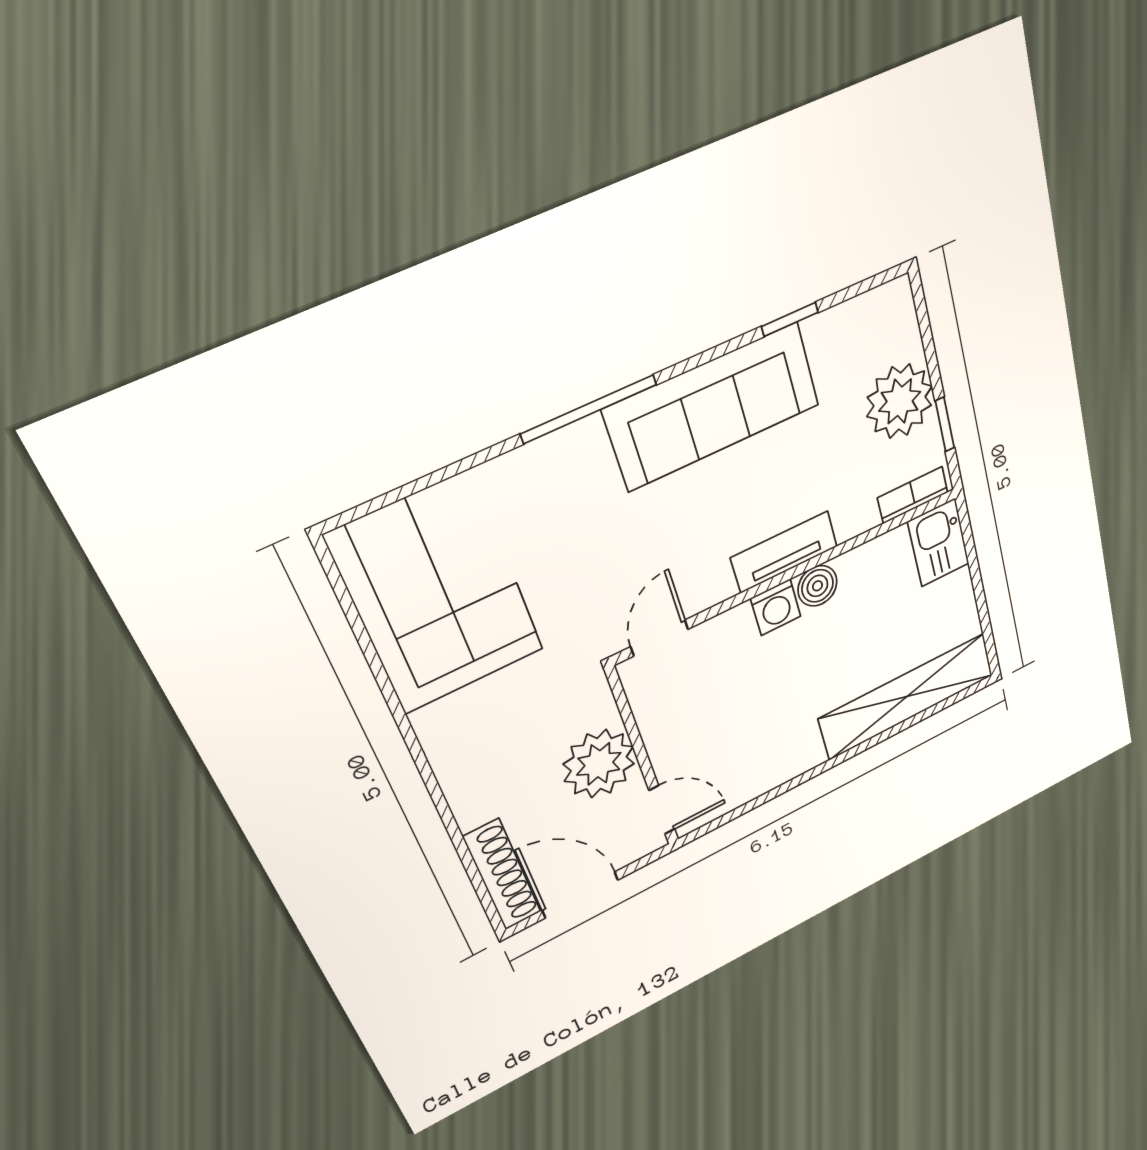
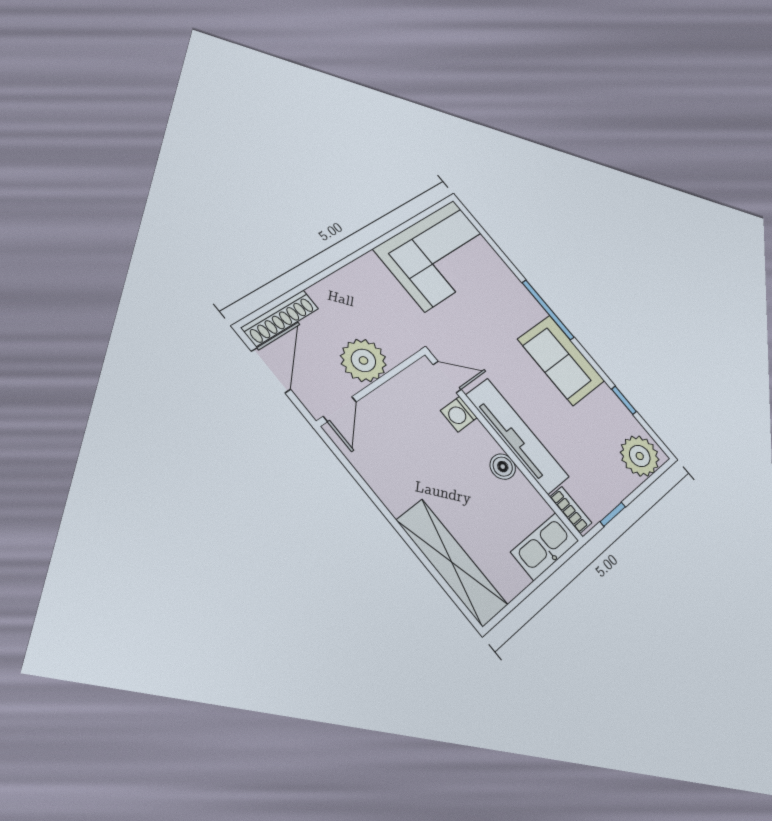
plant: (900, 401) -> (640, 456), moved
sofa: (713, 407) -> (561, 360), width x0.73
kitchen sink: (938, 543) -> (545, 546), width x1.38
tv unit: (784, 552) -> (517, 436), width x1.92, depth x1.29
washing machine: (776, 607) -> (459, 414), moved

